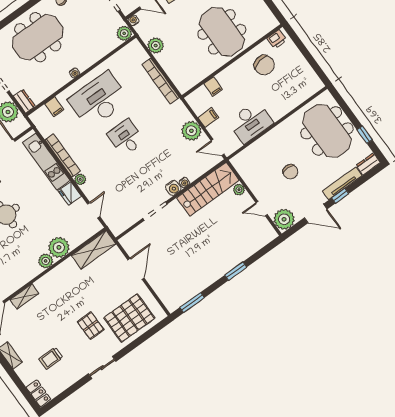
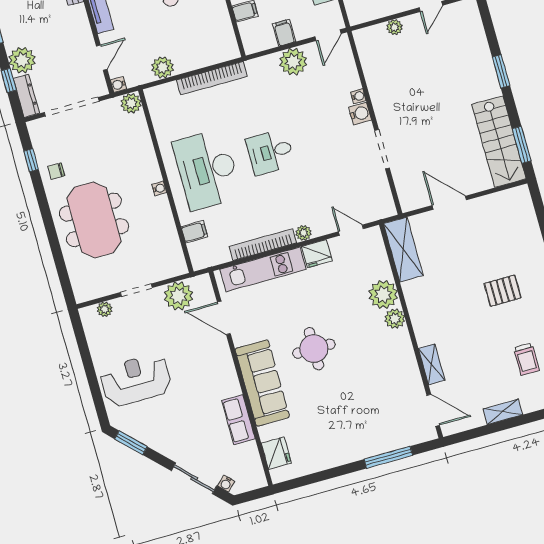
dresser: (24, 101) -> (172, 269), removed
stairs: (208, 189) -> (499, 142), moved, turned 180
pallet: (129, 318) -> (511, 235), removed

